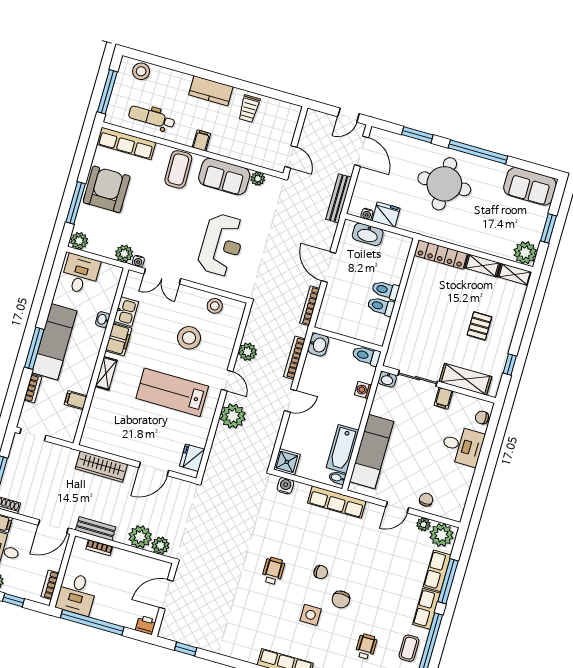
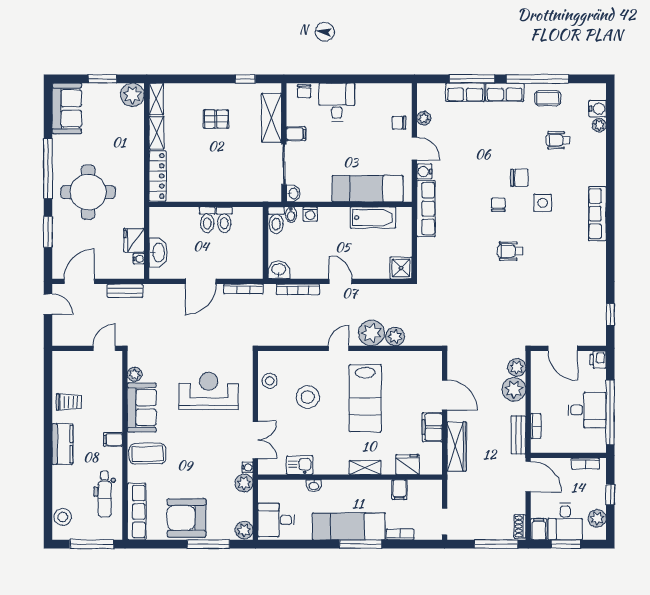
bench: (339, 198) -> (125, 291), width x0.73
filing cabinet: (119, 339) -> (432, 427), moved, turned -90
plant: (248, 352) -> (395, 336), moved
fridge: (192, 458) -> (408, 465), moved, turned 180
bidet: (337, 478) -> (291, 215), moved
water cooler: (285, 486) -> (424, 172), moved
plant: (441, 535) -> (429, 98), removed
desk: (77, 594) -> (587, 410), moved

